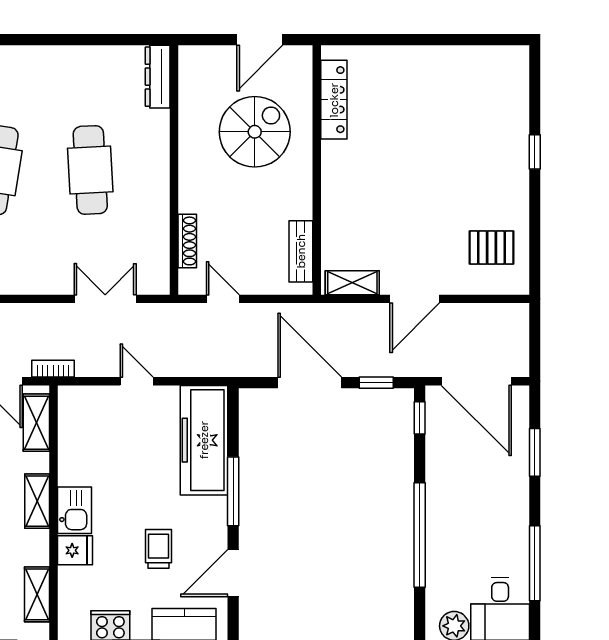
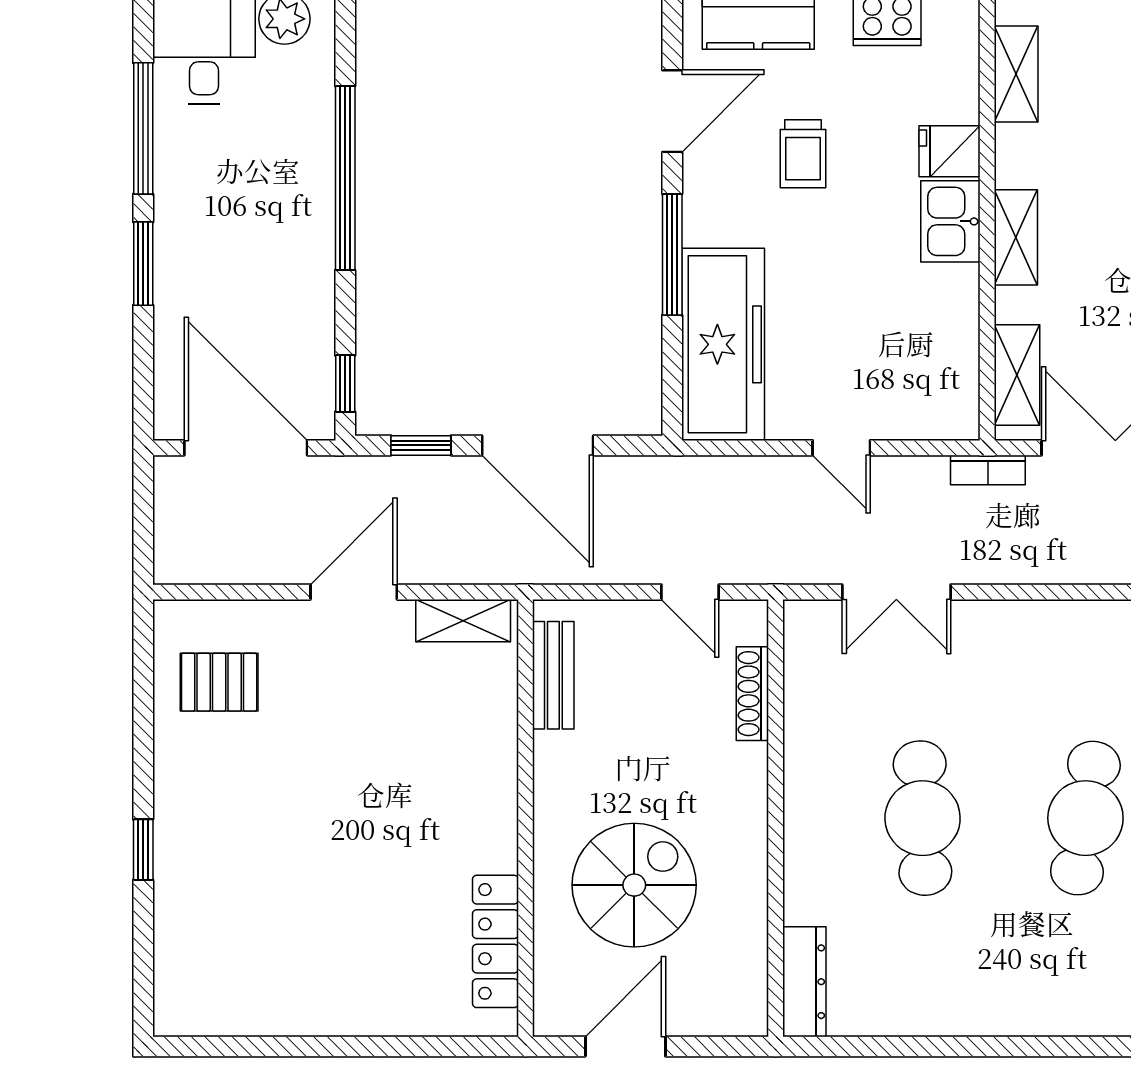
spiral stairs: (255, 132) -> (634, 885), turned 180
window: (535, 452) -> (143, 264), moved

